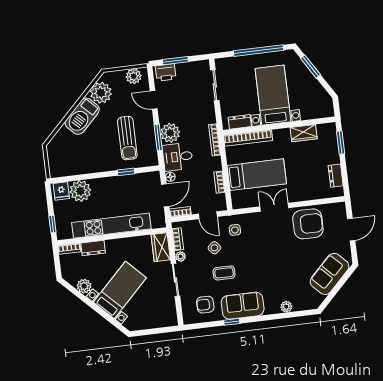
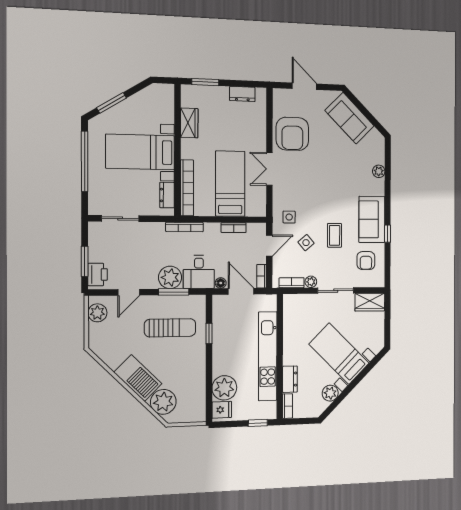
plant: (101, 93) -> (163, 402), moved
armchair: (308, 224) -> (292, 134), turned 180
wardrobe: (161, 247) -> (370, 302), moved

